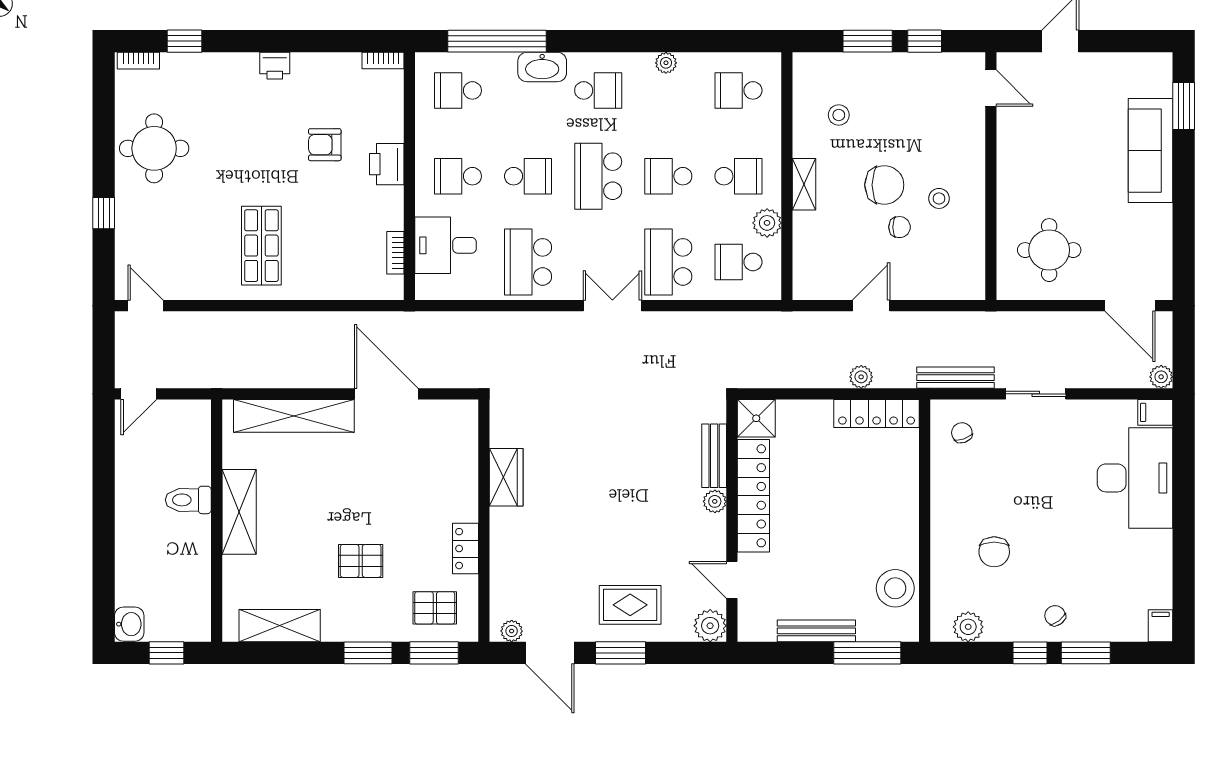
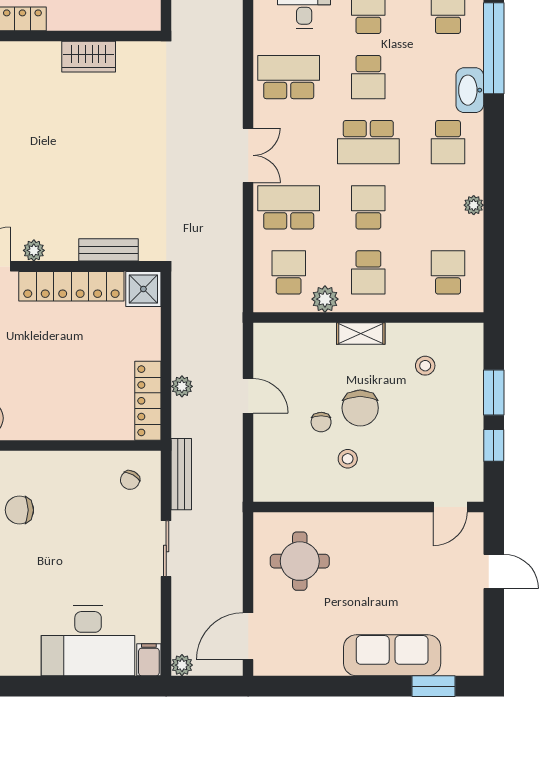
school desk: (598, 176) -> (368, 142), turned 180
chair: (962, 433) -> (130, 480), turned 138
plant: (715, 501) -> (34, 250), moved

